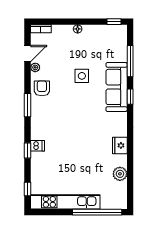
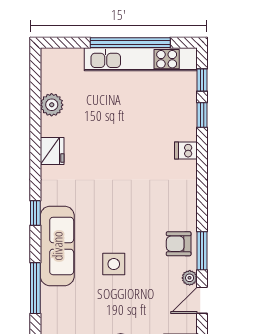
armchair: (42, 88) -> (179, 244), turned 90
window: (130, 97) -> (35, 213), moved
window: (28, 105) -> (202, 251), moved
window: (28, 150) -> (202, 115), moved
window: (97, 212) -> (130, 43), moved

